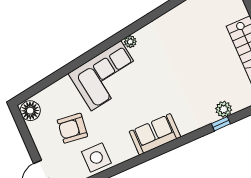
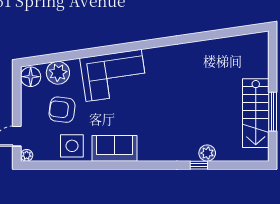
plant: (130, 42) -> (58, 73), moved, width x1.88, depth x1.88
sofa: (155, 134) -> (114, 148), moved

